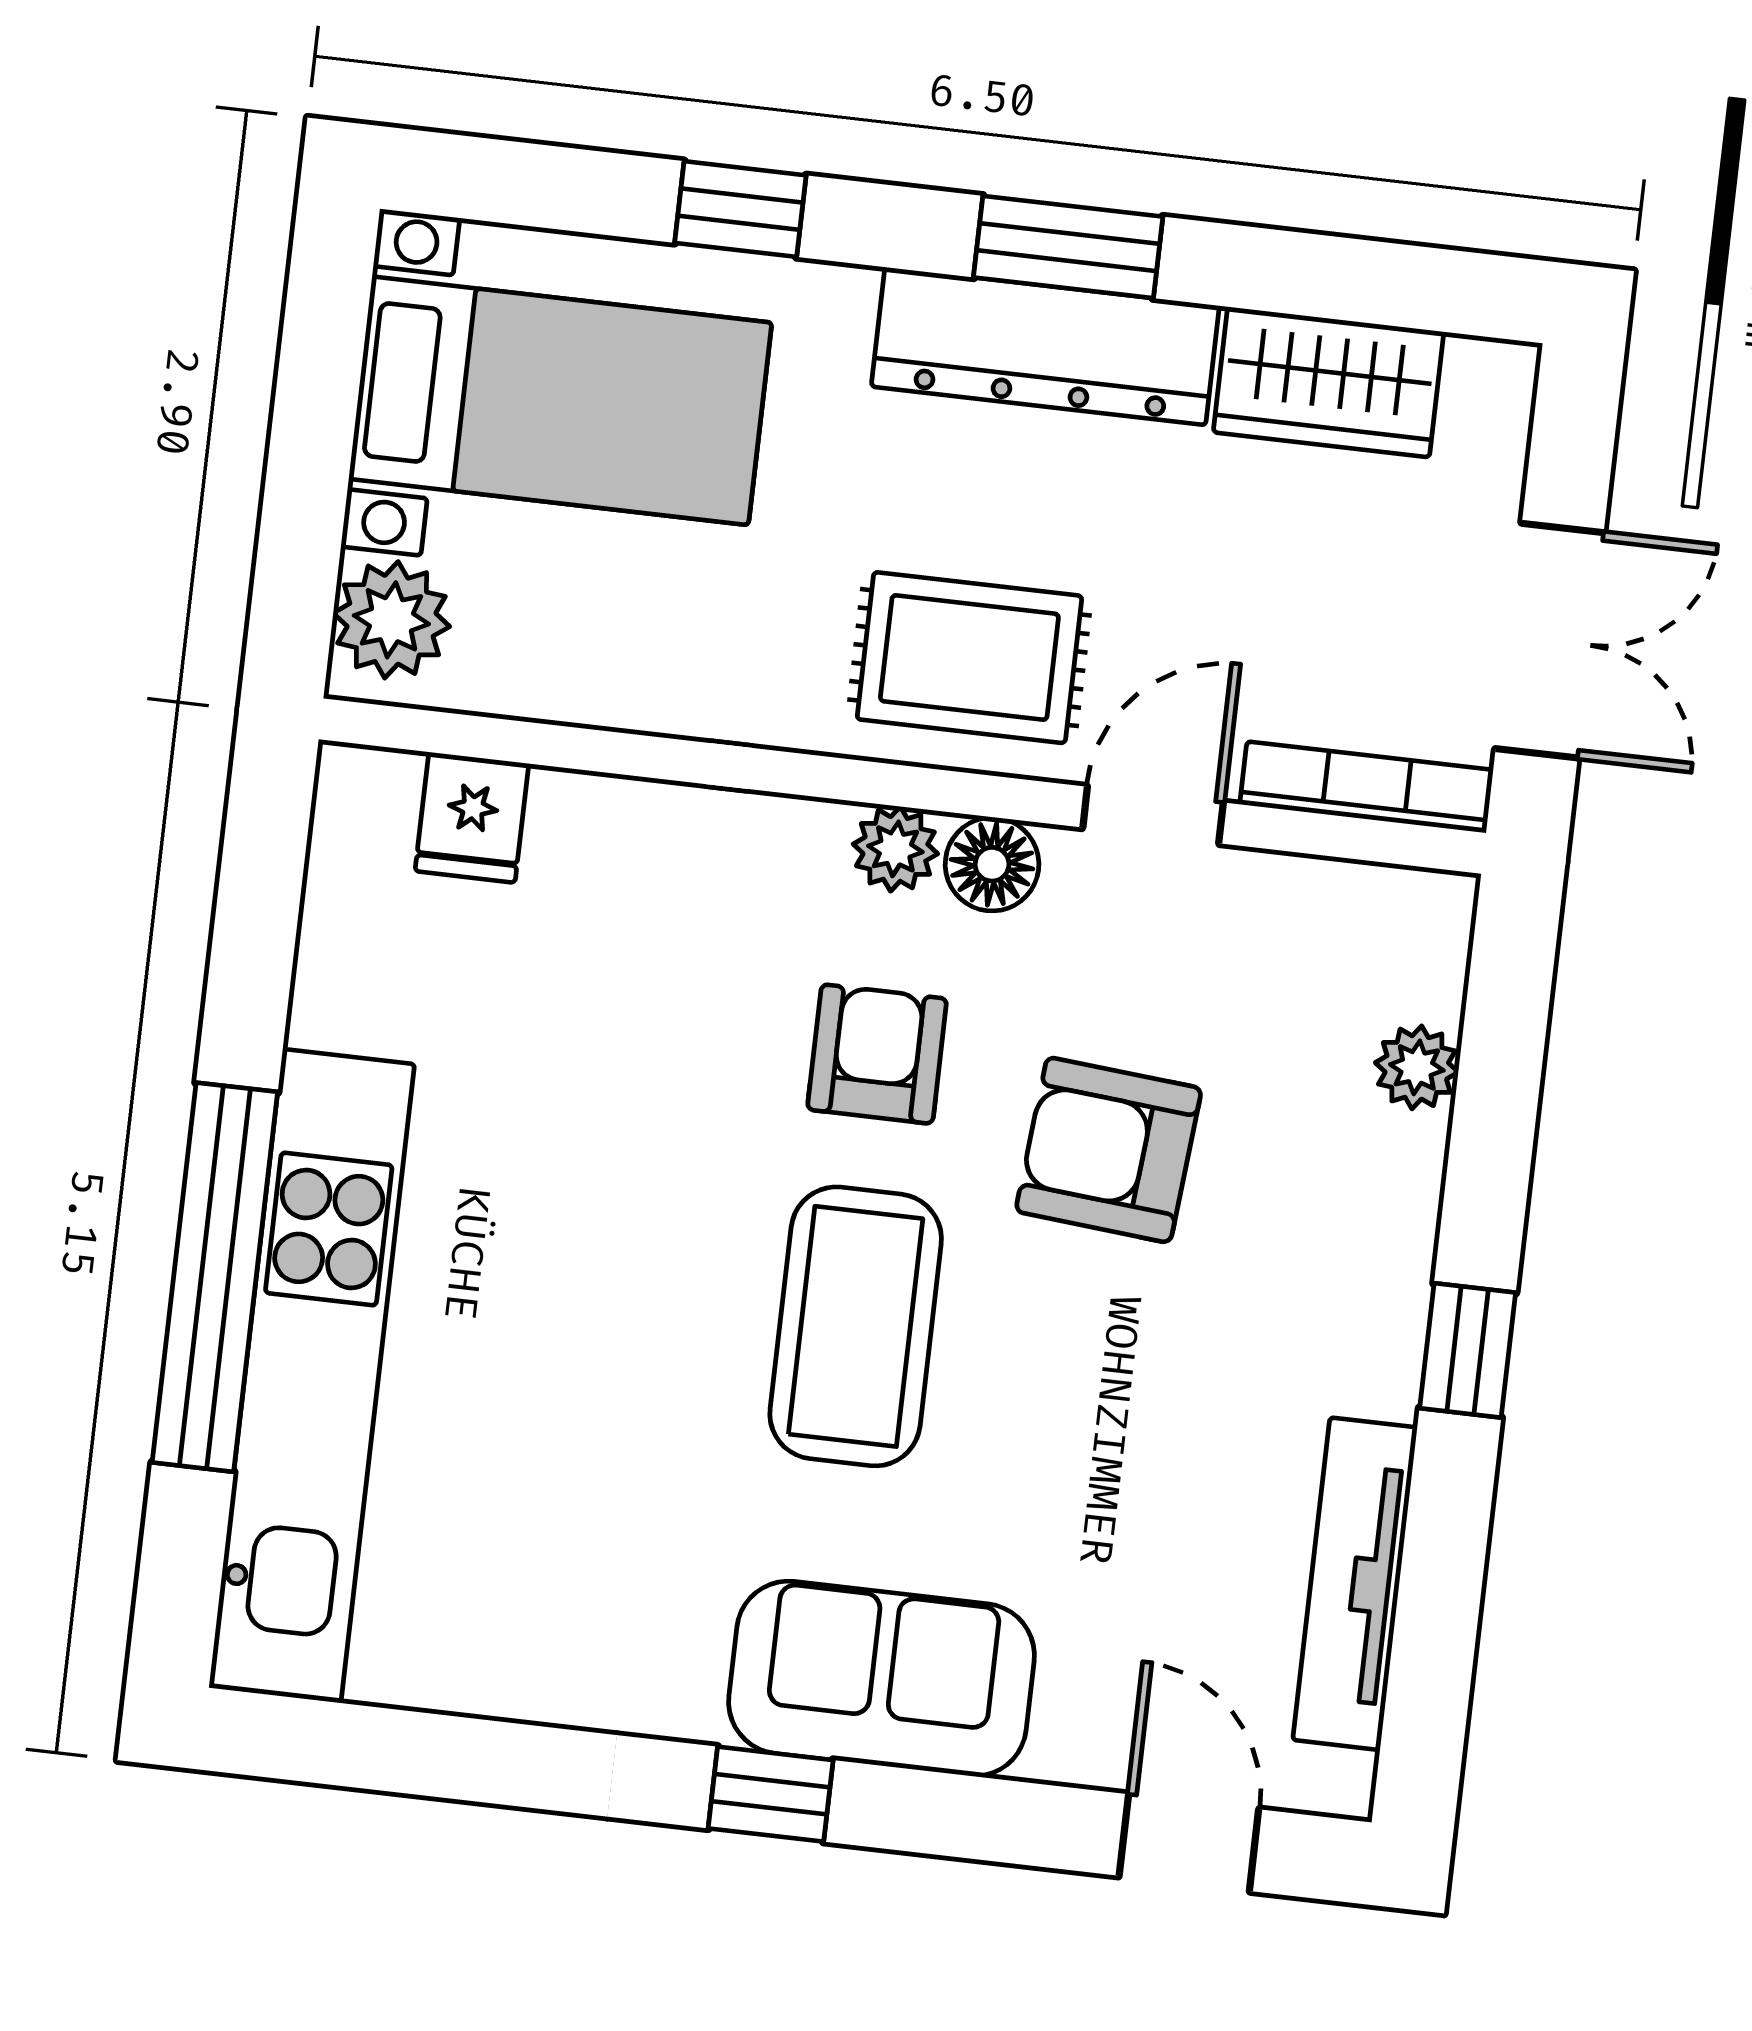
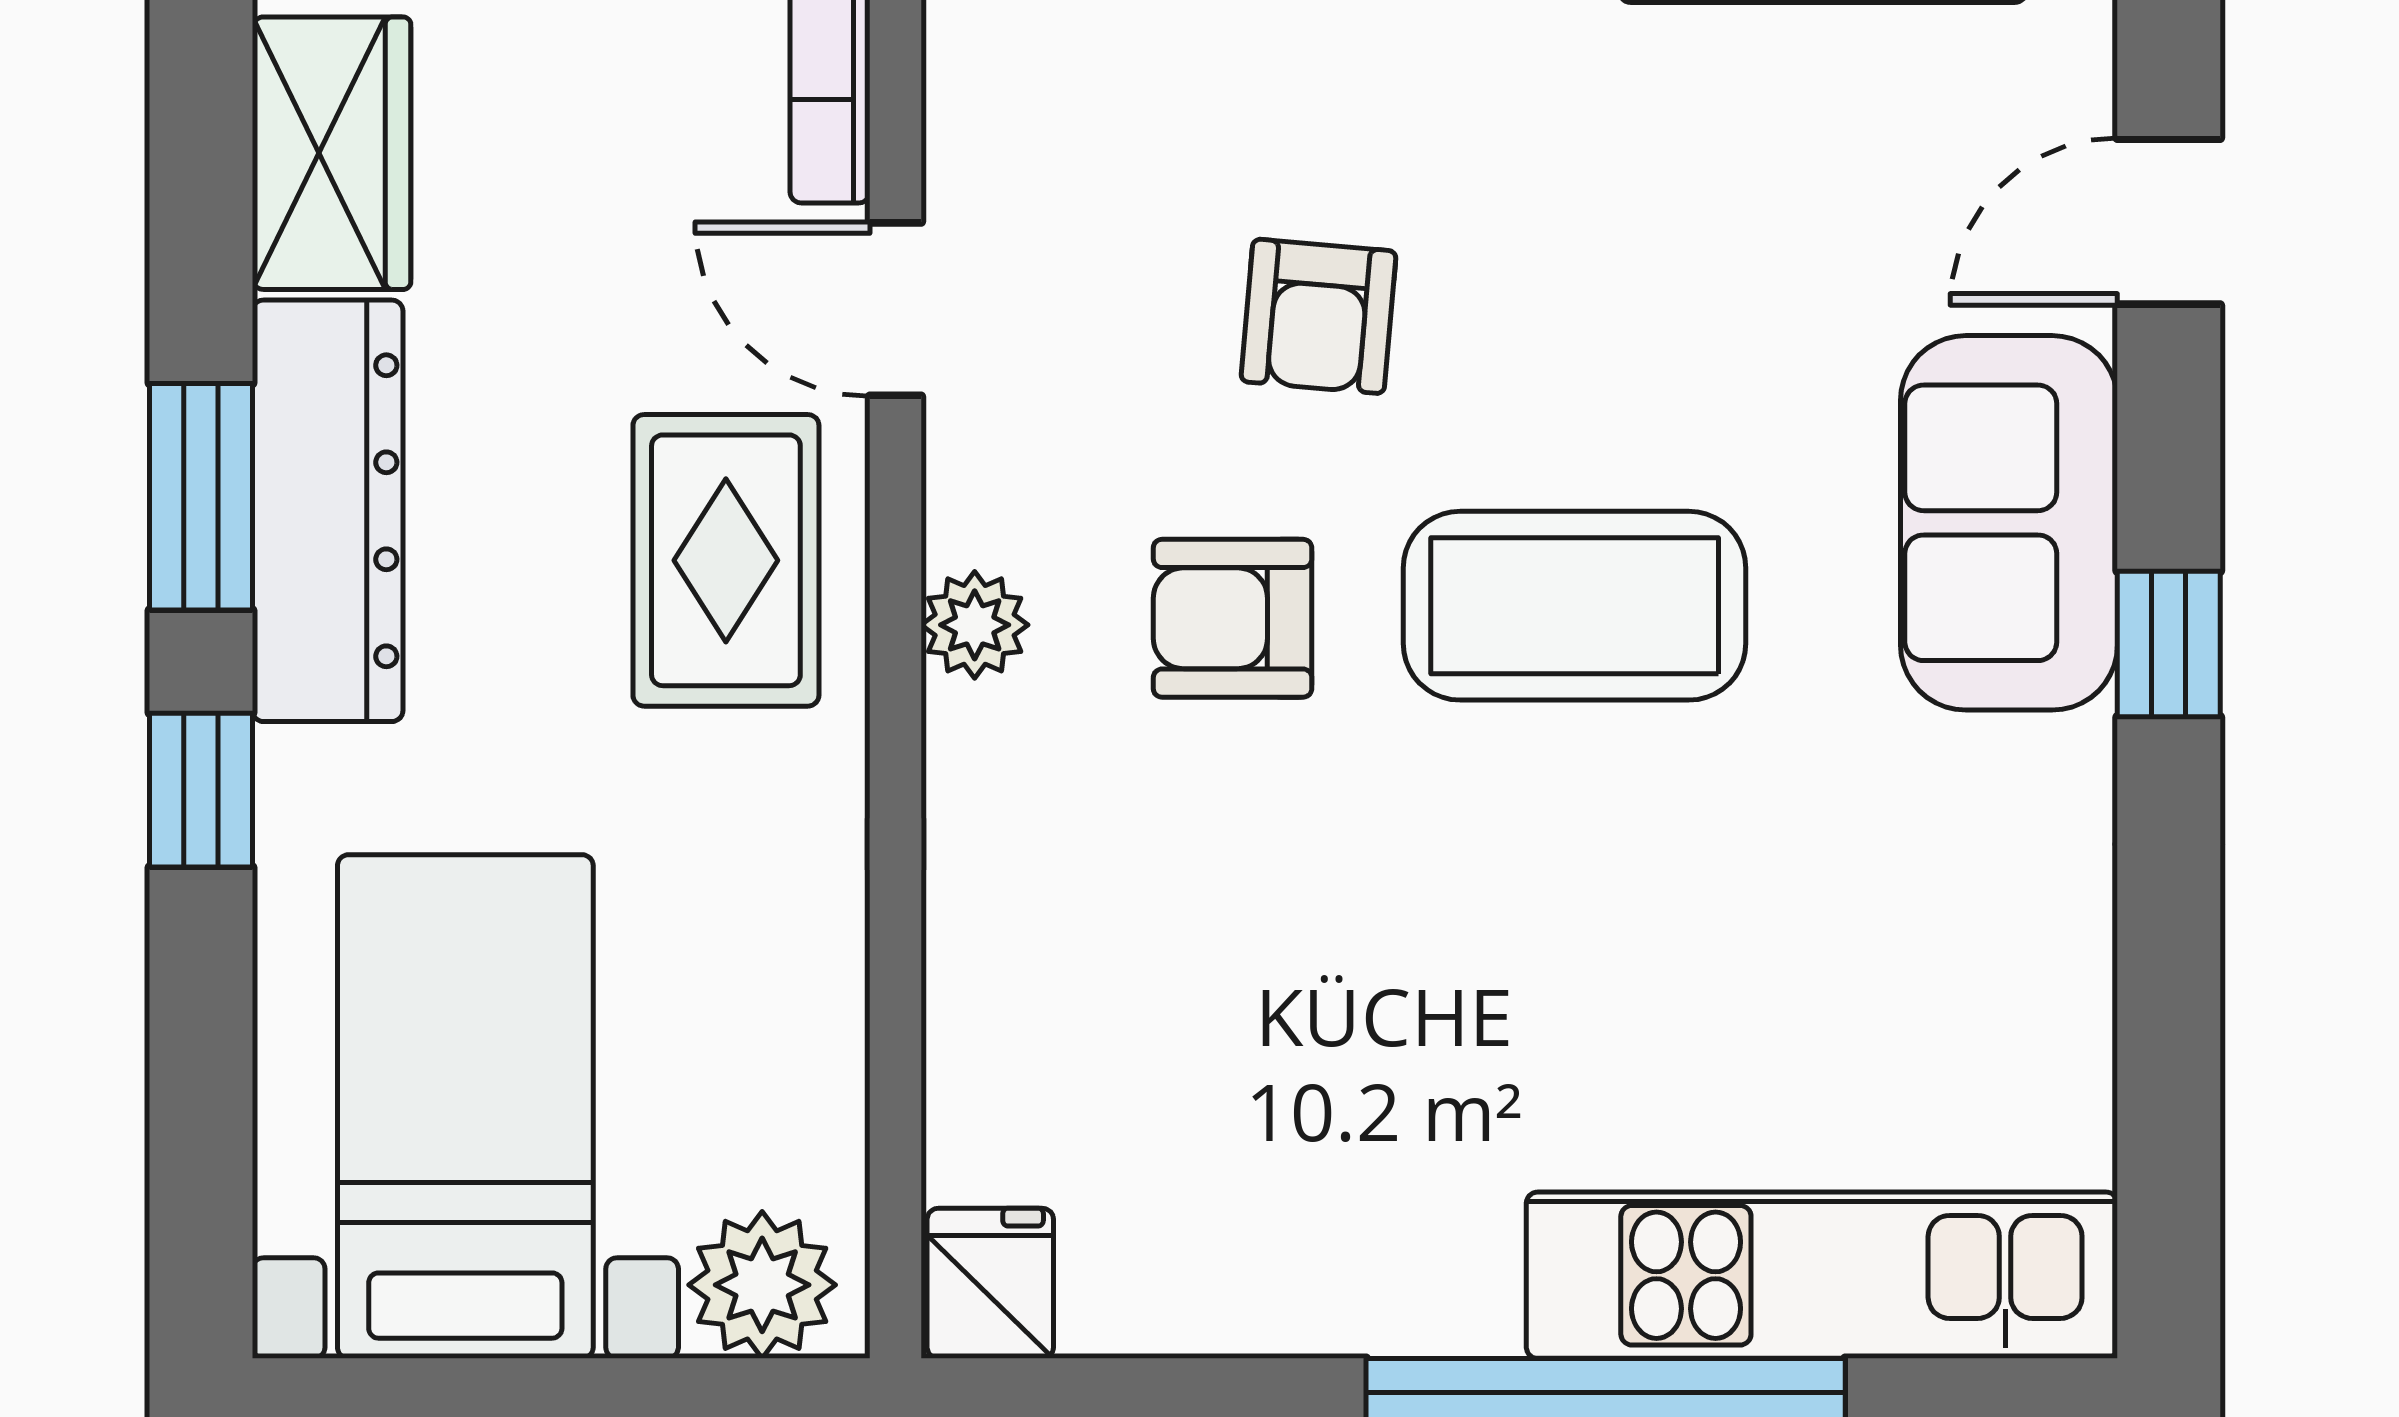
window: (740, 209) -> (201, 790), moved
fridge: (472, 817) -> (990, 1283), moved, turned -90
floor lamp: (992, 864) -> (980, 503), removed
armchair: (1109, 1150) -> (1318, 316), width x0.72, depth x0.72
kitchen unit: (312, 1376) -> (1822, 1275), width x0.73
door: (1189, 1843) -> (2169, 222), moved

